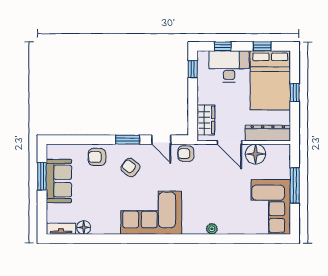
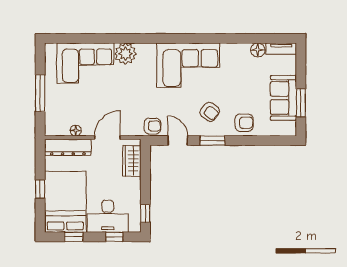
door: (229, 143) -> (107, 138), hinge flipped
floor lamp: (255, 154) -> (76, 131), width x0.53, depth x0.53
corner sofa: (271, 207) -> (85, 63), moved, turned 90
plant: (212, 229) -> (126, 54), width x1.87, depth x1.87

